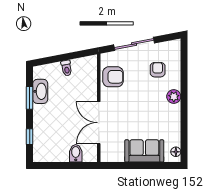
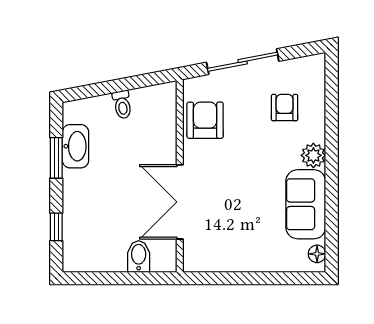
armchair: (113, 77) -> (205, 120), turned -90
sofa: (144, 151) -> (306, 204), moved, turned -90

